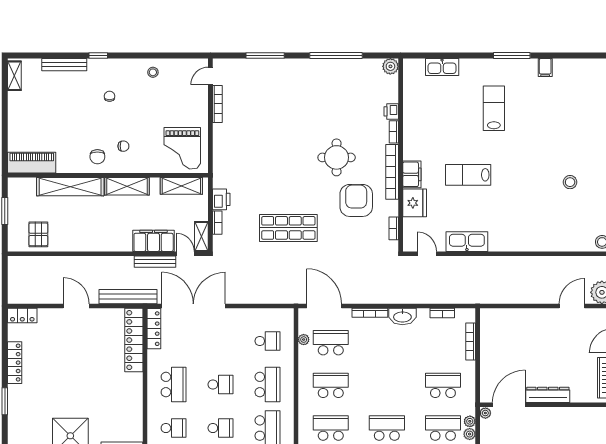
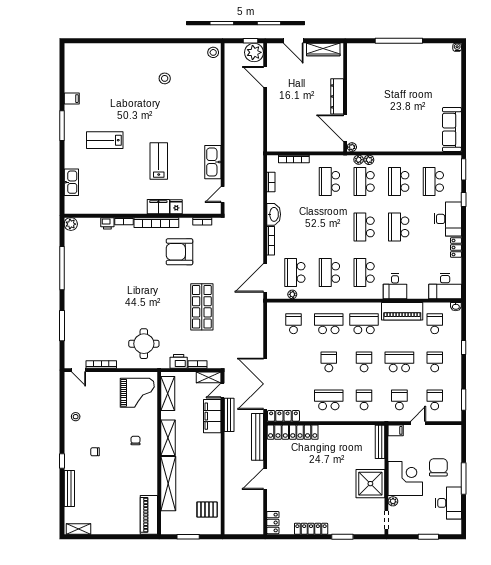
chair: (97, 157) -> (144, 462), removed
round table: (337, 157) -> (144, 344), moved
lab bench: (468, 175) -> (159, 161), turned 180
fridge: (415, 203) -> (176, 207), width x0.53, depth x0.75

